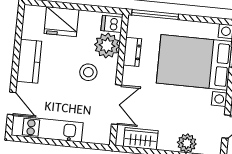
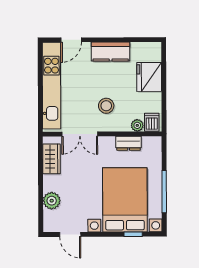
window: (155, 15) -> (164, 192), moved
plant: (107, 46) -> (137, 125), width x0.53, depth x0.53
kitchen unit: (47, 129) -> (52, 86), width x1.36

